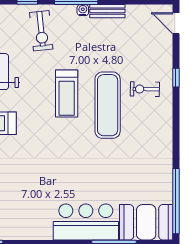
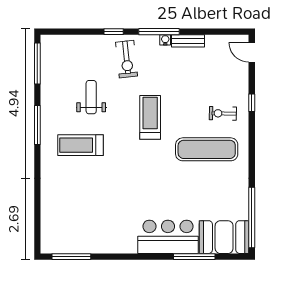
treadmill: (67, 93) -> (150, 117), turned 180
exercise mat: (108, 105) -> (207, 149), moved, turned 90

